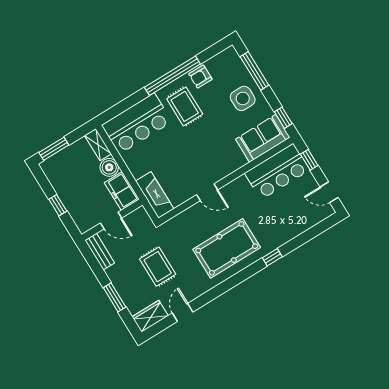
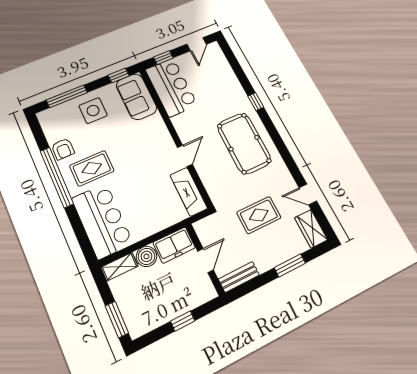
fireplace: (155, 195) -> (189, 192), moved, turned -90

